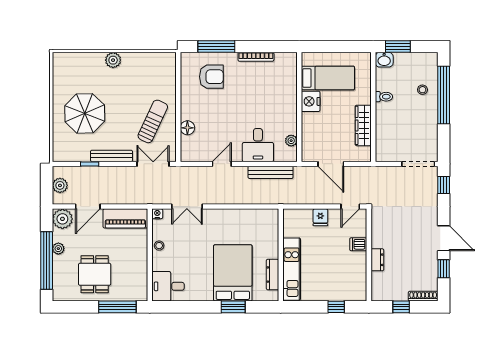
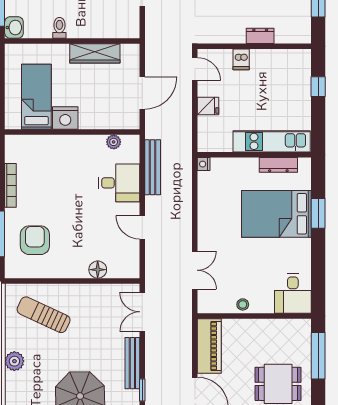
sun lounger: (153, 121) -> (44, 315), moved
nightstand: (157, 214) -> (204, 164), moved

